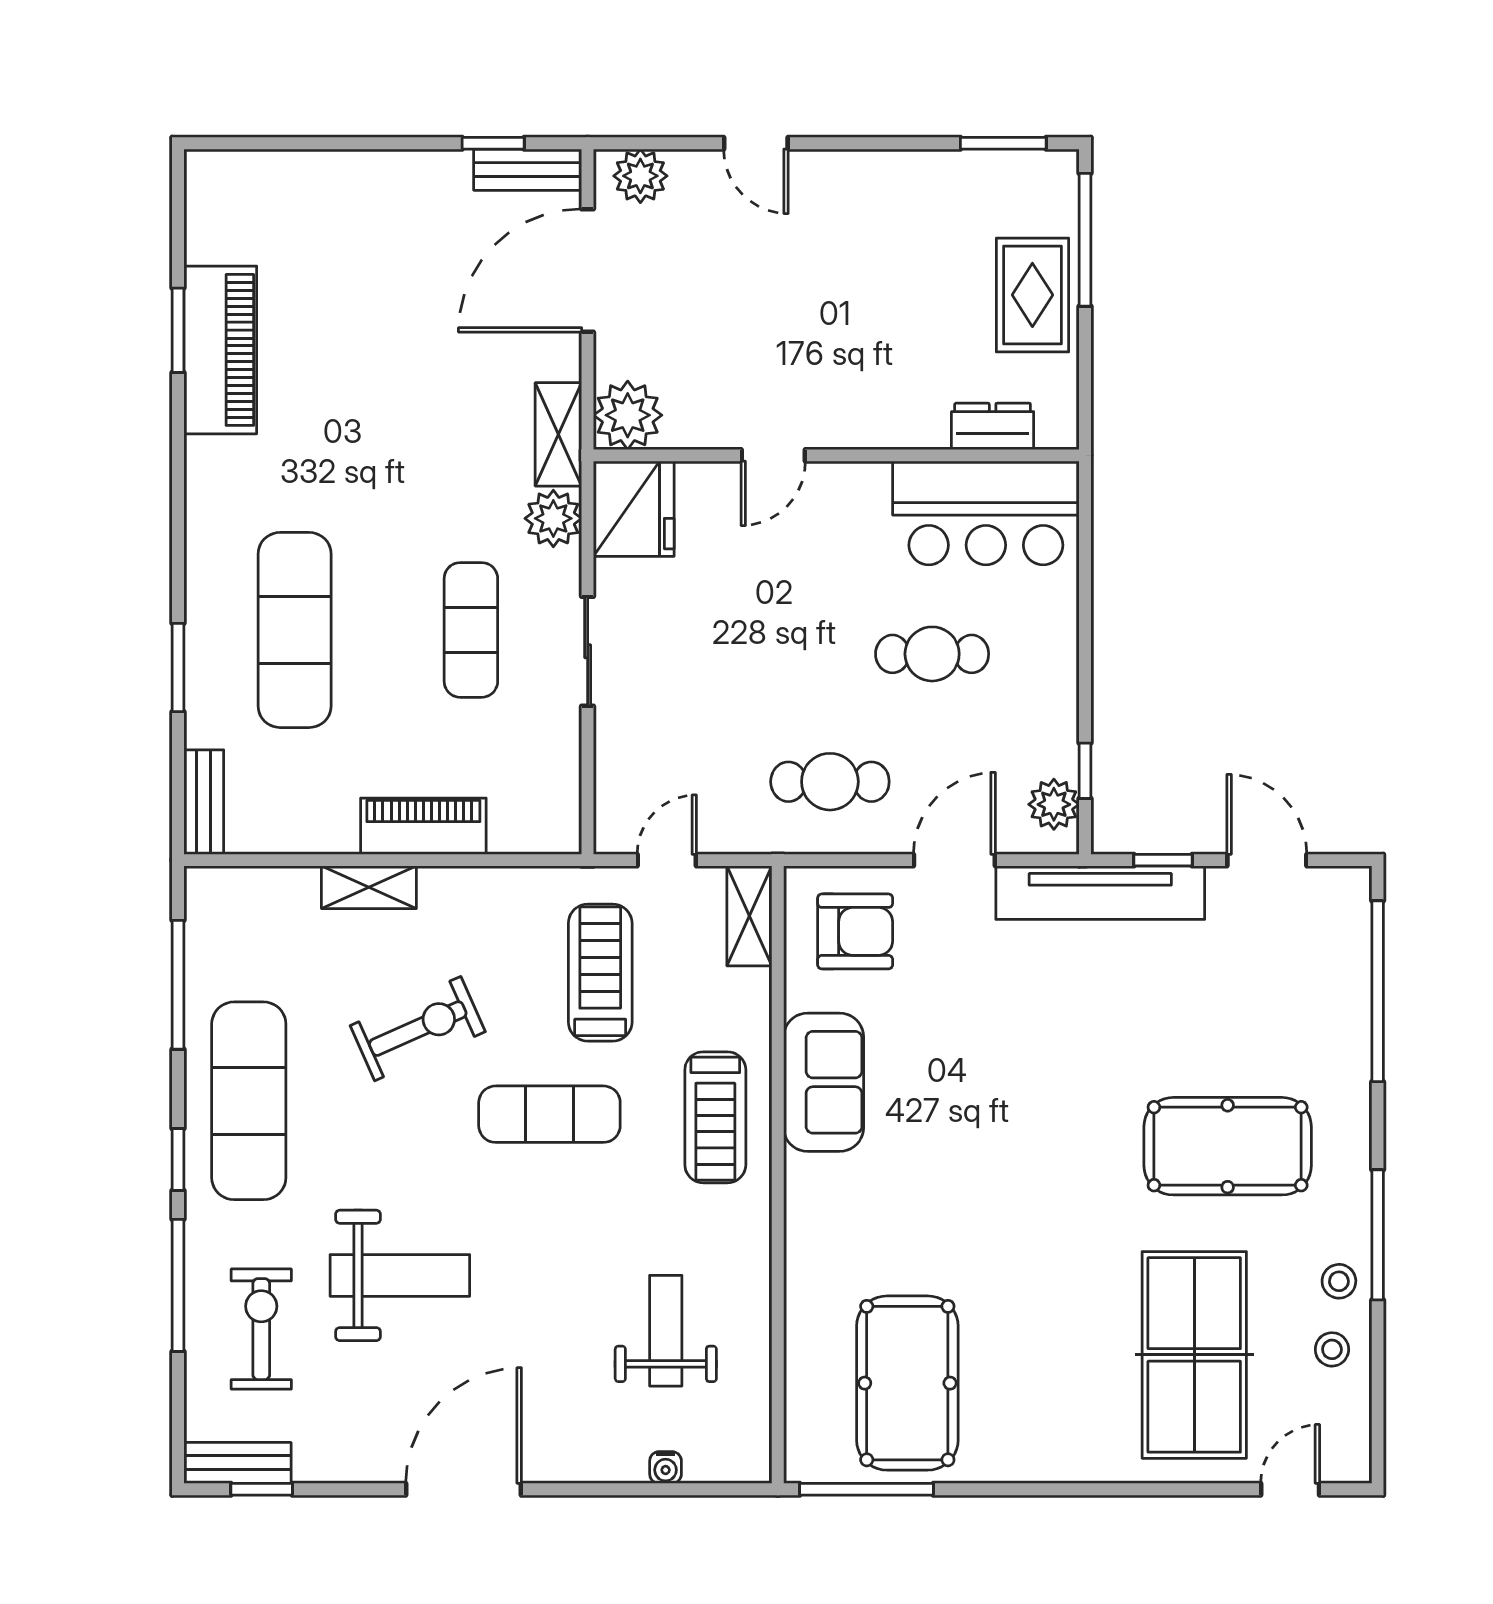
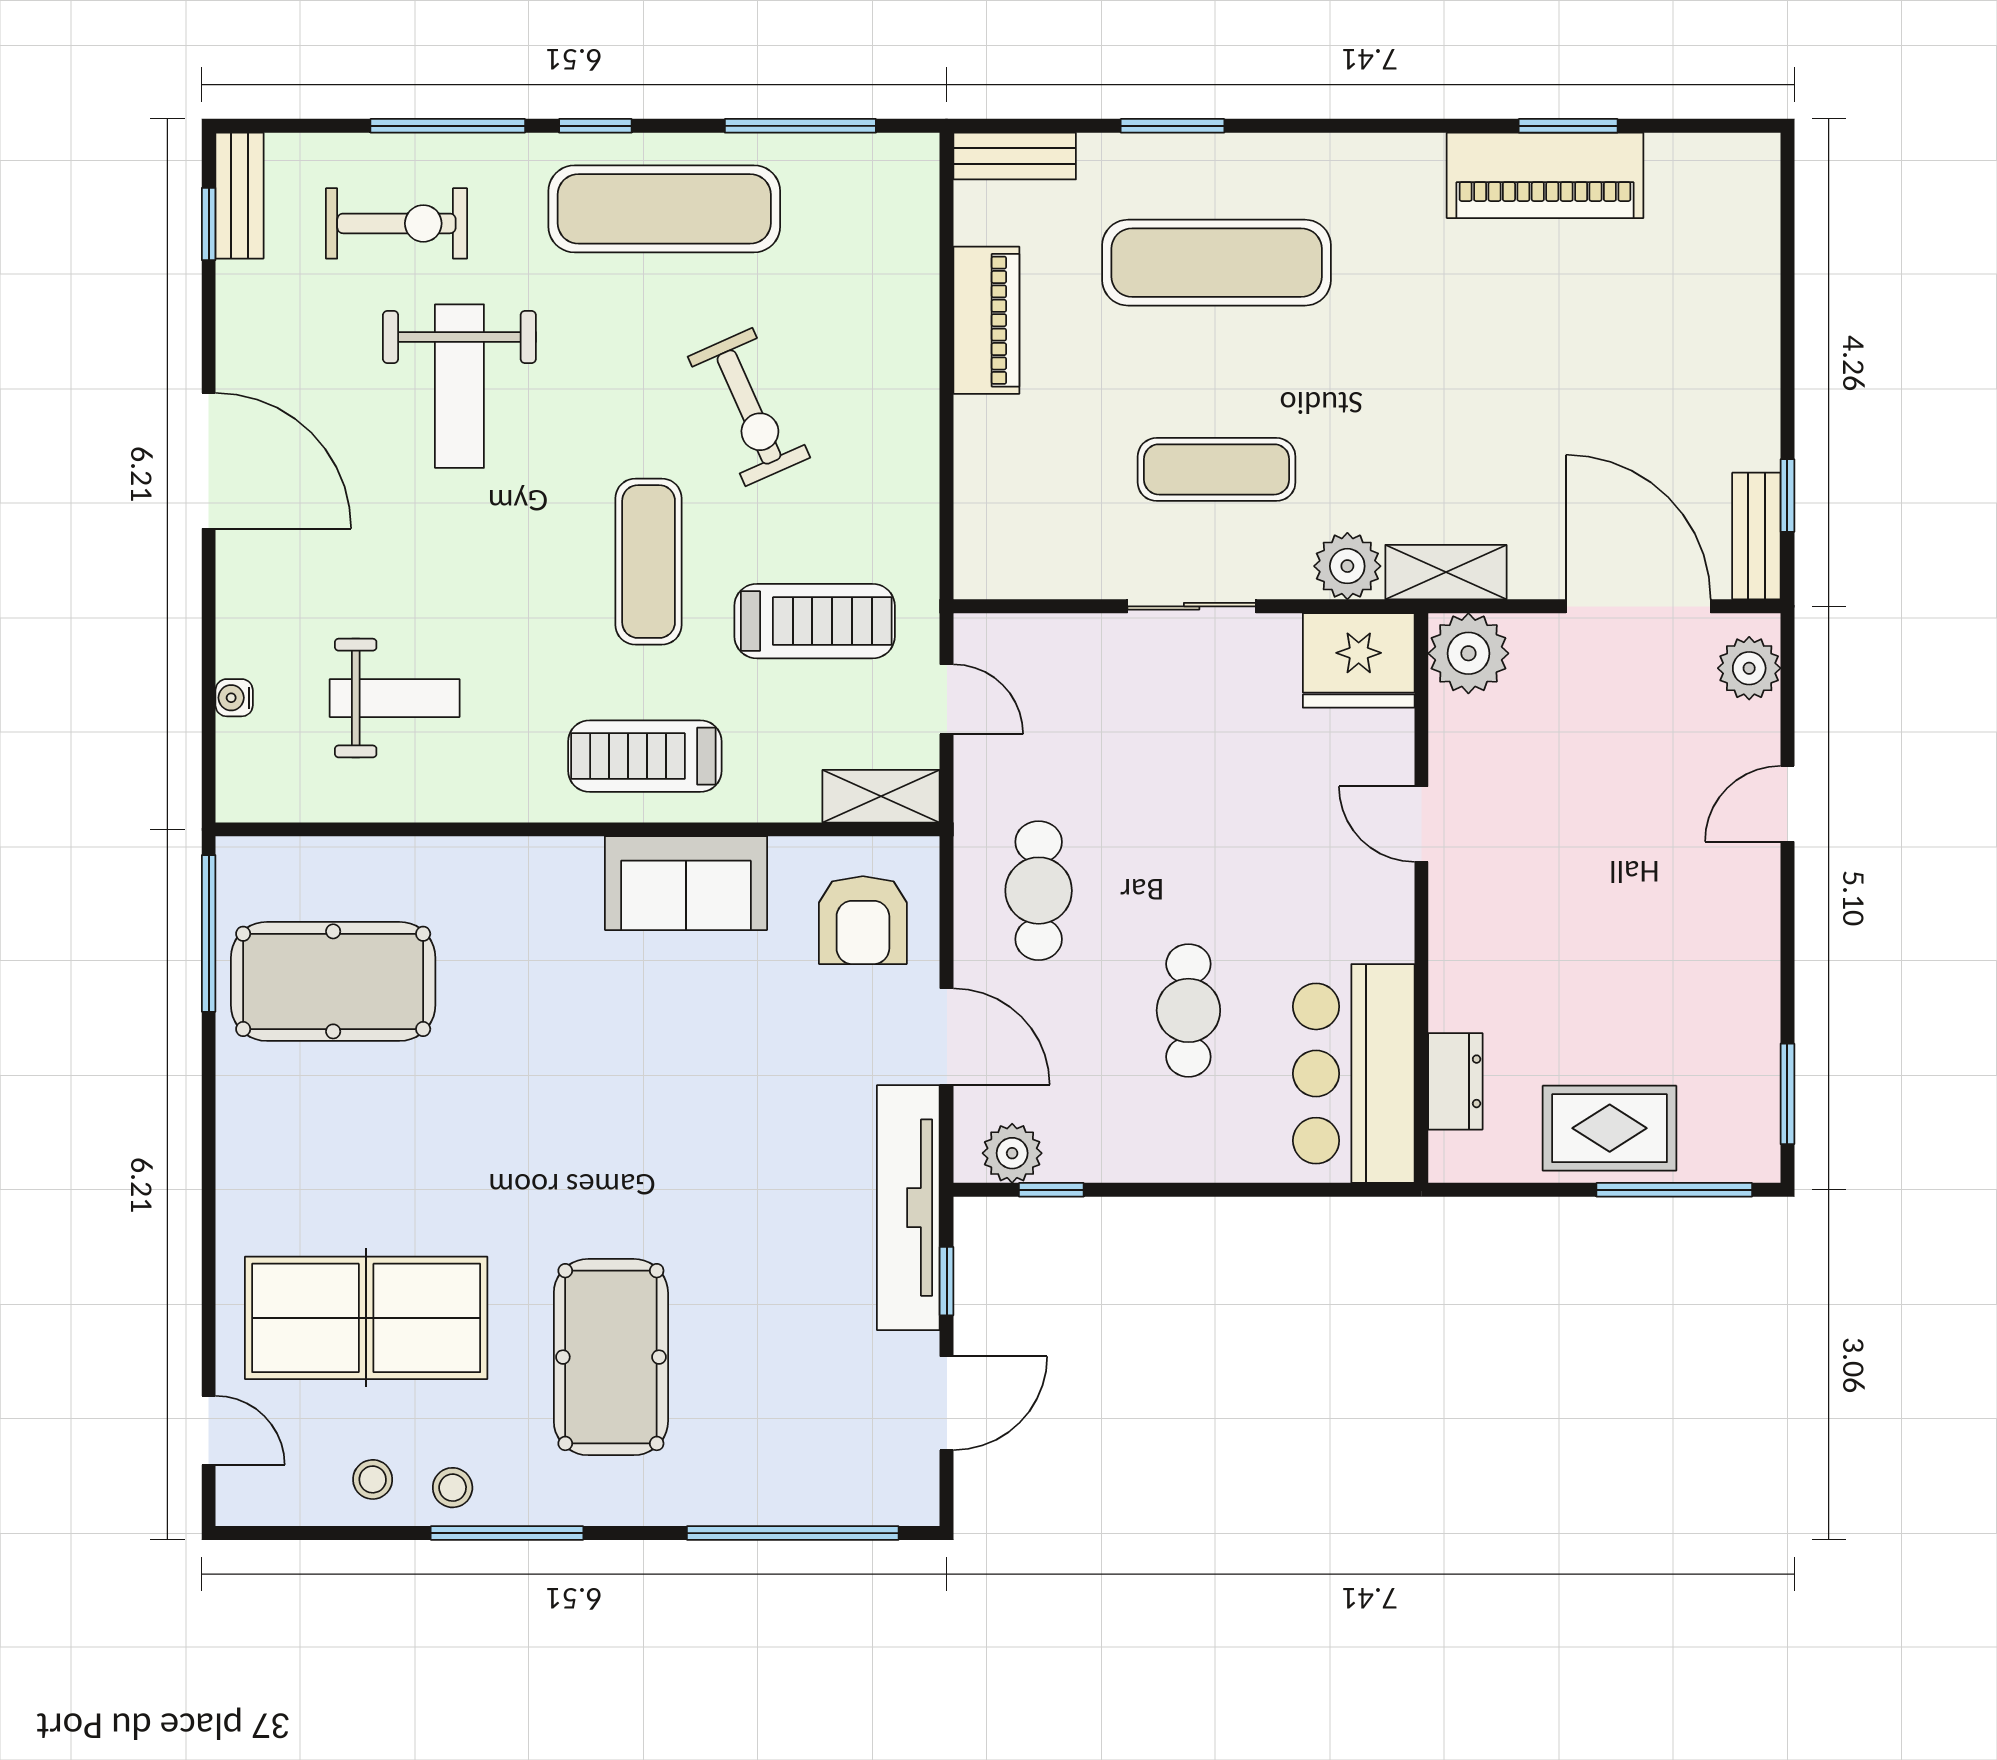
piano: (423, 826) -> (986, 320), moved
shelving: (369, 887) -> (915, 350), removed

